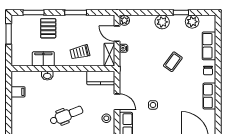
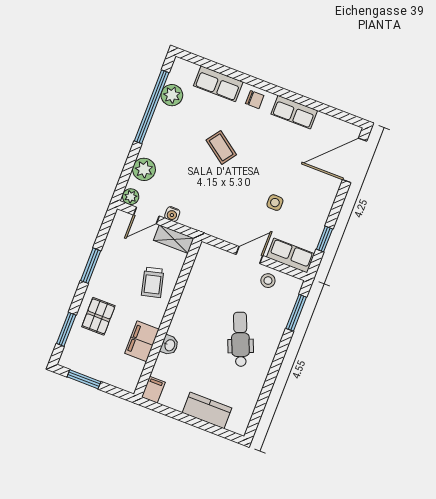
window: (181, 13) -> (152, 107), width x3.17
plant: (162, 22) -> (144, 169), moved
pallet: (48, 28) -> (98, 316), turned 90
kitchen counter: (101, 78) -> (207, 410), moved, turned -90
filing cabinet: (18, 92) -> (153, 390), moved

